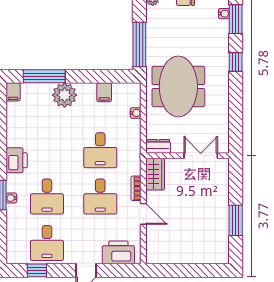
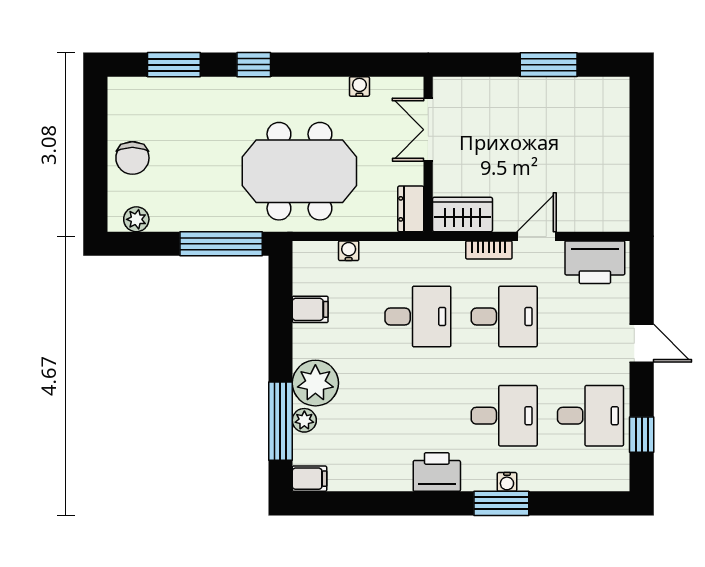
water cooler: (224, 14) -> (359, 86), moved
plant: (44, 89) -> (304, 420), added
printer: (118, 252) -> (595, 262), moved, turned -90

